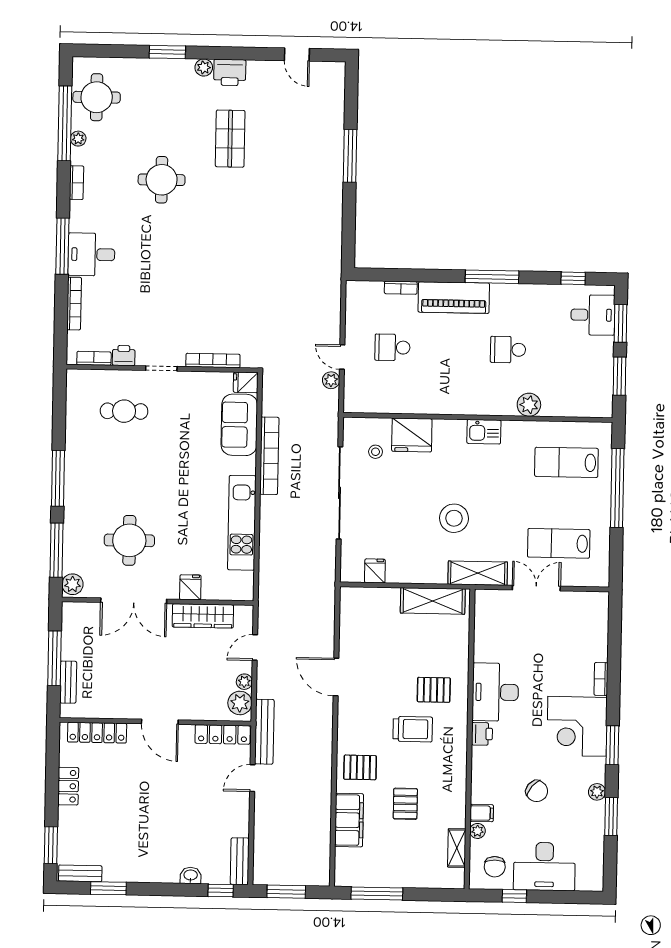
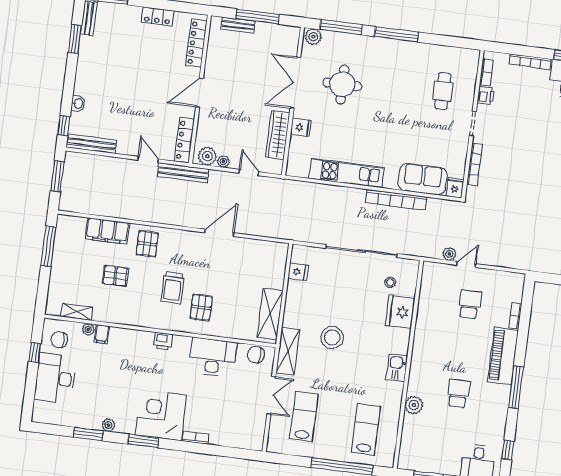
desk: (495, 692) -> (213, 357), moved
chair: (537, 791) -> (256, 355), moved, turned 50
bench: (240, 861) -> (91, 144), width x1.36

